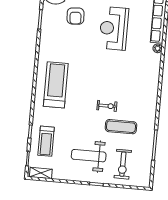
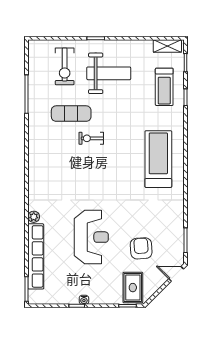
treadmill: (56, 85) -> (158, 159), turned 180
treadmill: (46, 141) -> (164, 87), turned 180
exercise bike: (123, 164) -> (65, 66), turned 180

